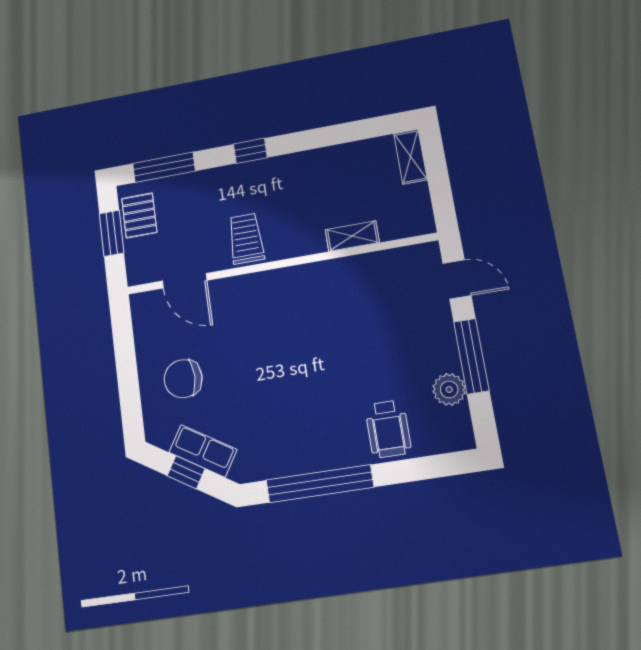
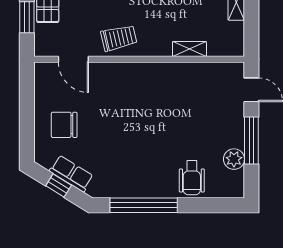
trolley: (246, 239) -> (119, 38), turned 77

